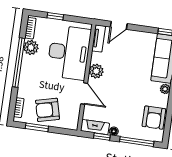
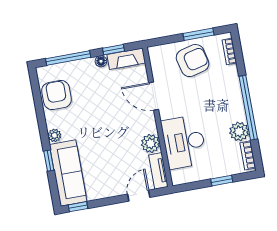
desk: (69, 53) -> (184, 142), width x0.73, depth x0.77
plant: (96, 71) -> (151, 143), moved

